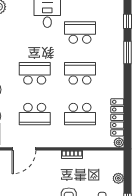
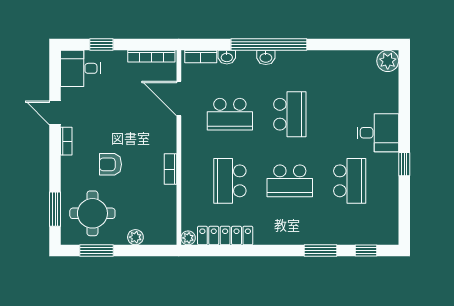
school desk: (80, 73) -> (290, 181), turned 90
school desk: (35, 114) -> (230, 114), turned -90

